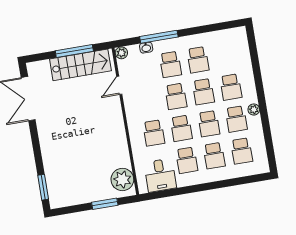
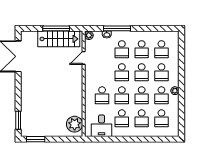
school desk: (225, 55) -> (161, 49), added
window: (105, 204) -> (36, 139), moved

